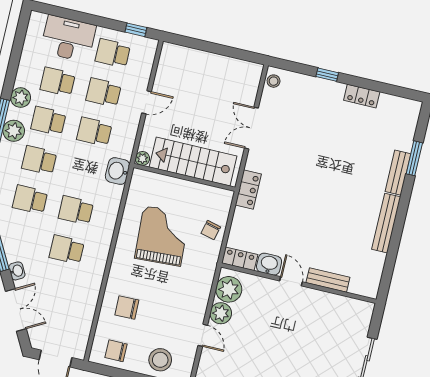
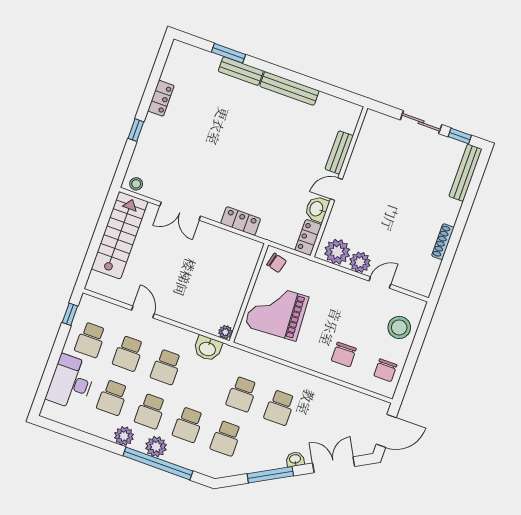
plant: (142, 158) -> (225, 332), moved
stairs: (193, 162) -> (120, 235), moved, turned 180
wall: (184, 177) -> (249, 293), moved

